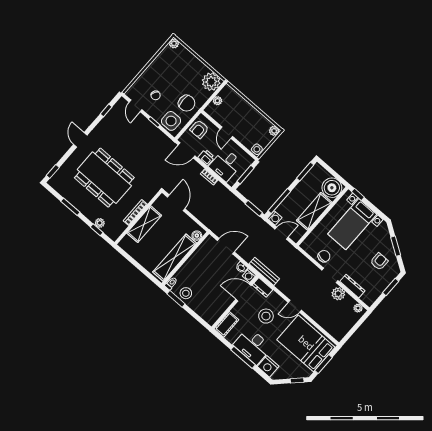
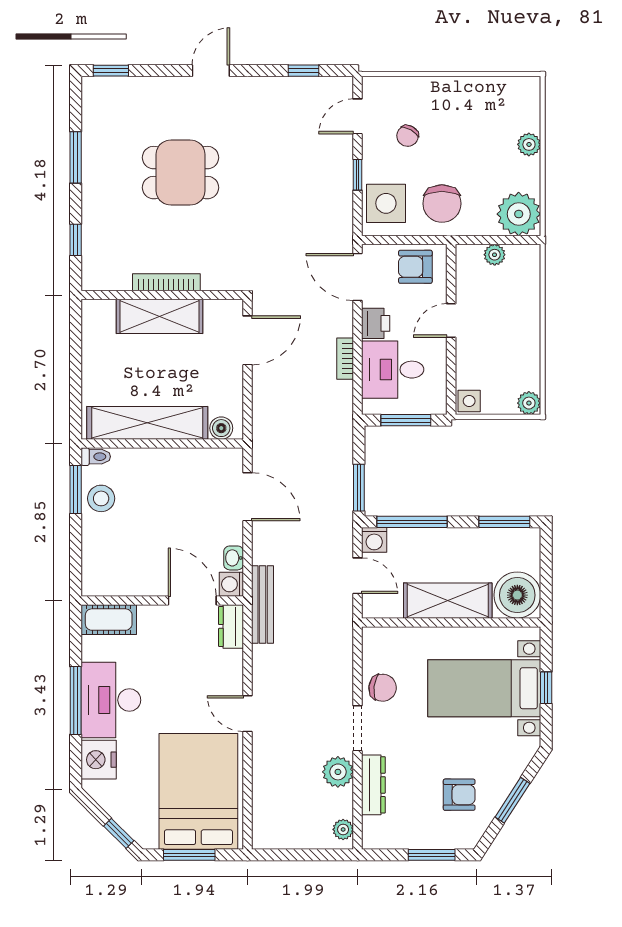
plant: (174, 43) -> (529, 144), moved
dining table: (104, 178) -> (181, 173), width x0.53, depth x0.80
window: (358, 194) -> (546, 688), moved
plant: (100, 223) -> (92, 235), removed
stool: (266, 316) -> (185, 677), removed

